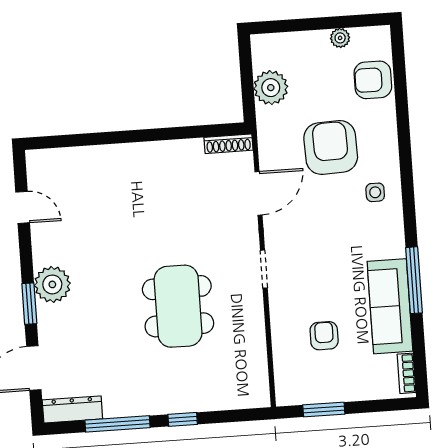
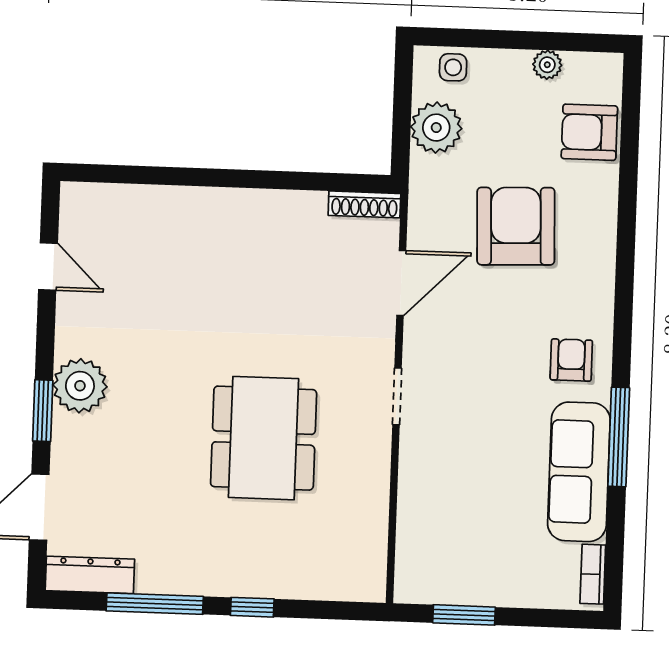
side table: (375, 192) -> (453, 67), moved
armchair: (324, 336) -> (571, 360), moved

